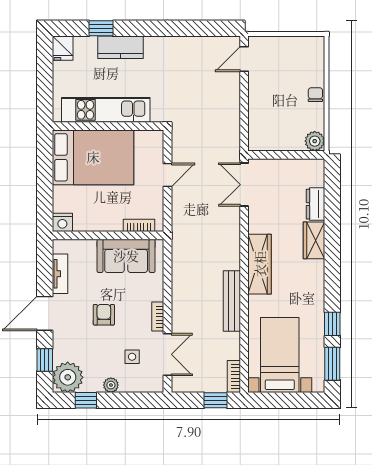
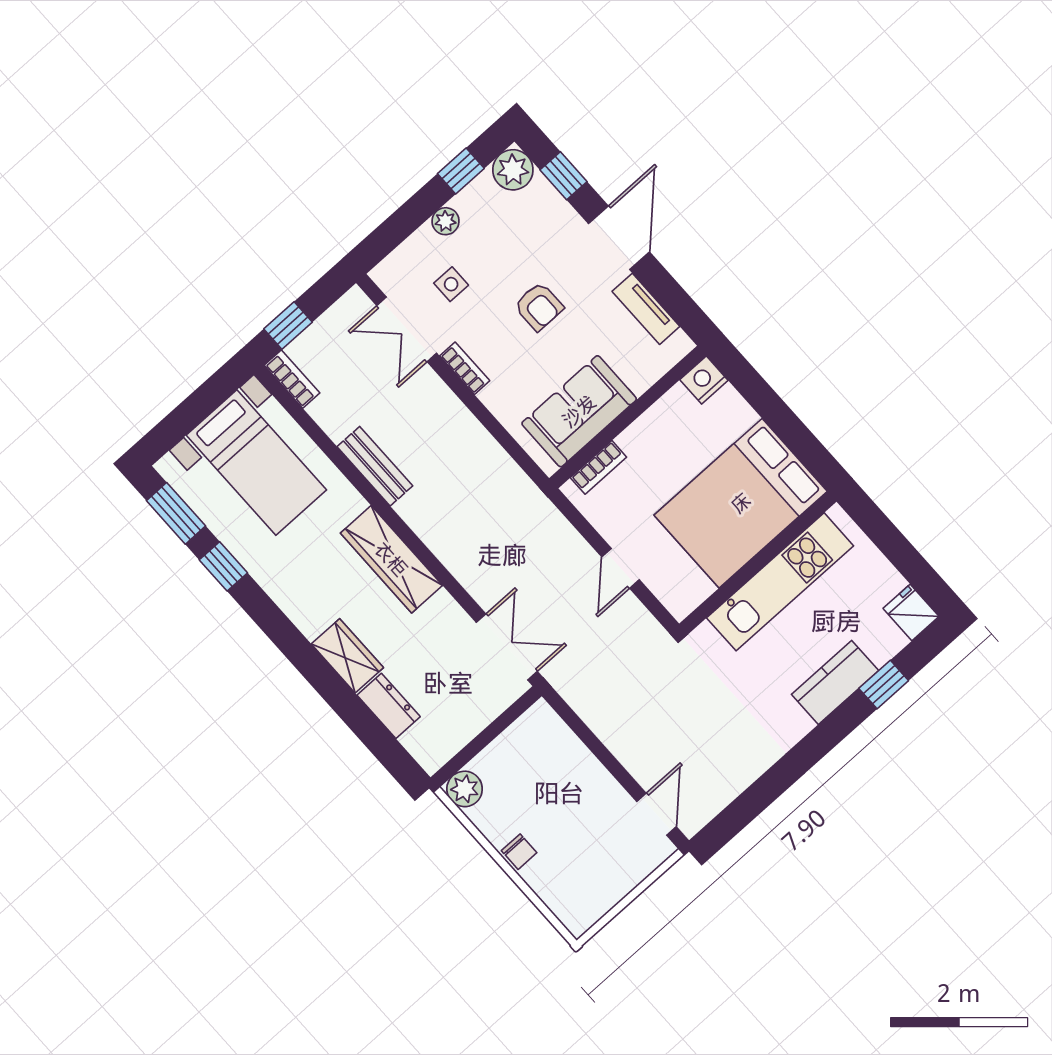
bench: (232, 301) -> (375, 466), width x0.73
plant: (68, 377) -> (513, 170), width x0.73, depth x0.73

